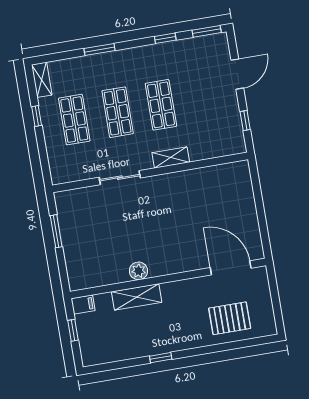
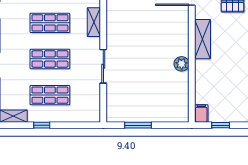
shelving: (137, 297) -> (202, 39), moved

